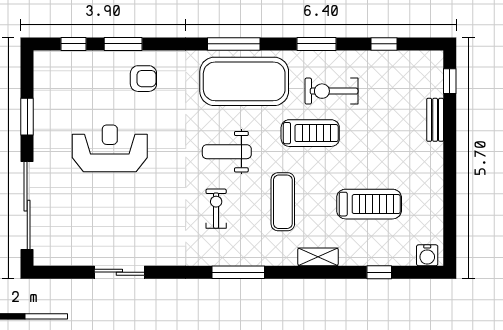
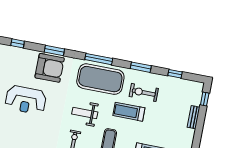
window: (123, 44) -> (54, 51), moved
armchair: (143, 79) -> (50, 68), width x1.88, depth x1.88
treadmill: (310, 133) -> (129, 112), turned 180
reception desk: (110, 148) -> (26, 100), turned 180

